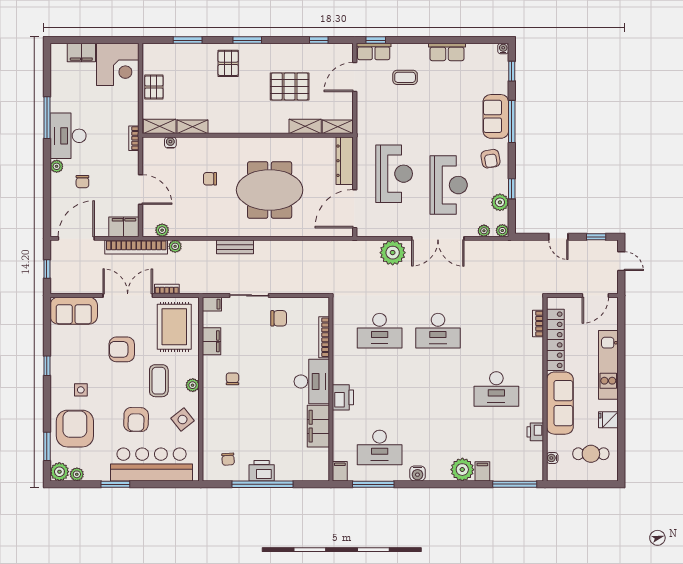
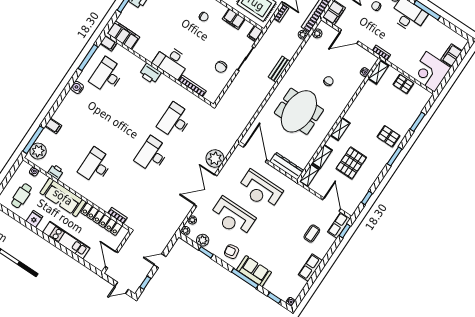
shelving: (192, 127) -> (340, 129), moved
filing cabinet: (318, 426) -> (123, 35), moved
plant: (462, 470) -> (38, 151), moved

